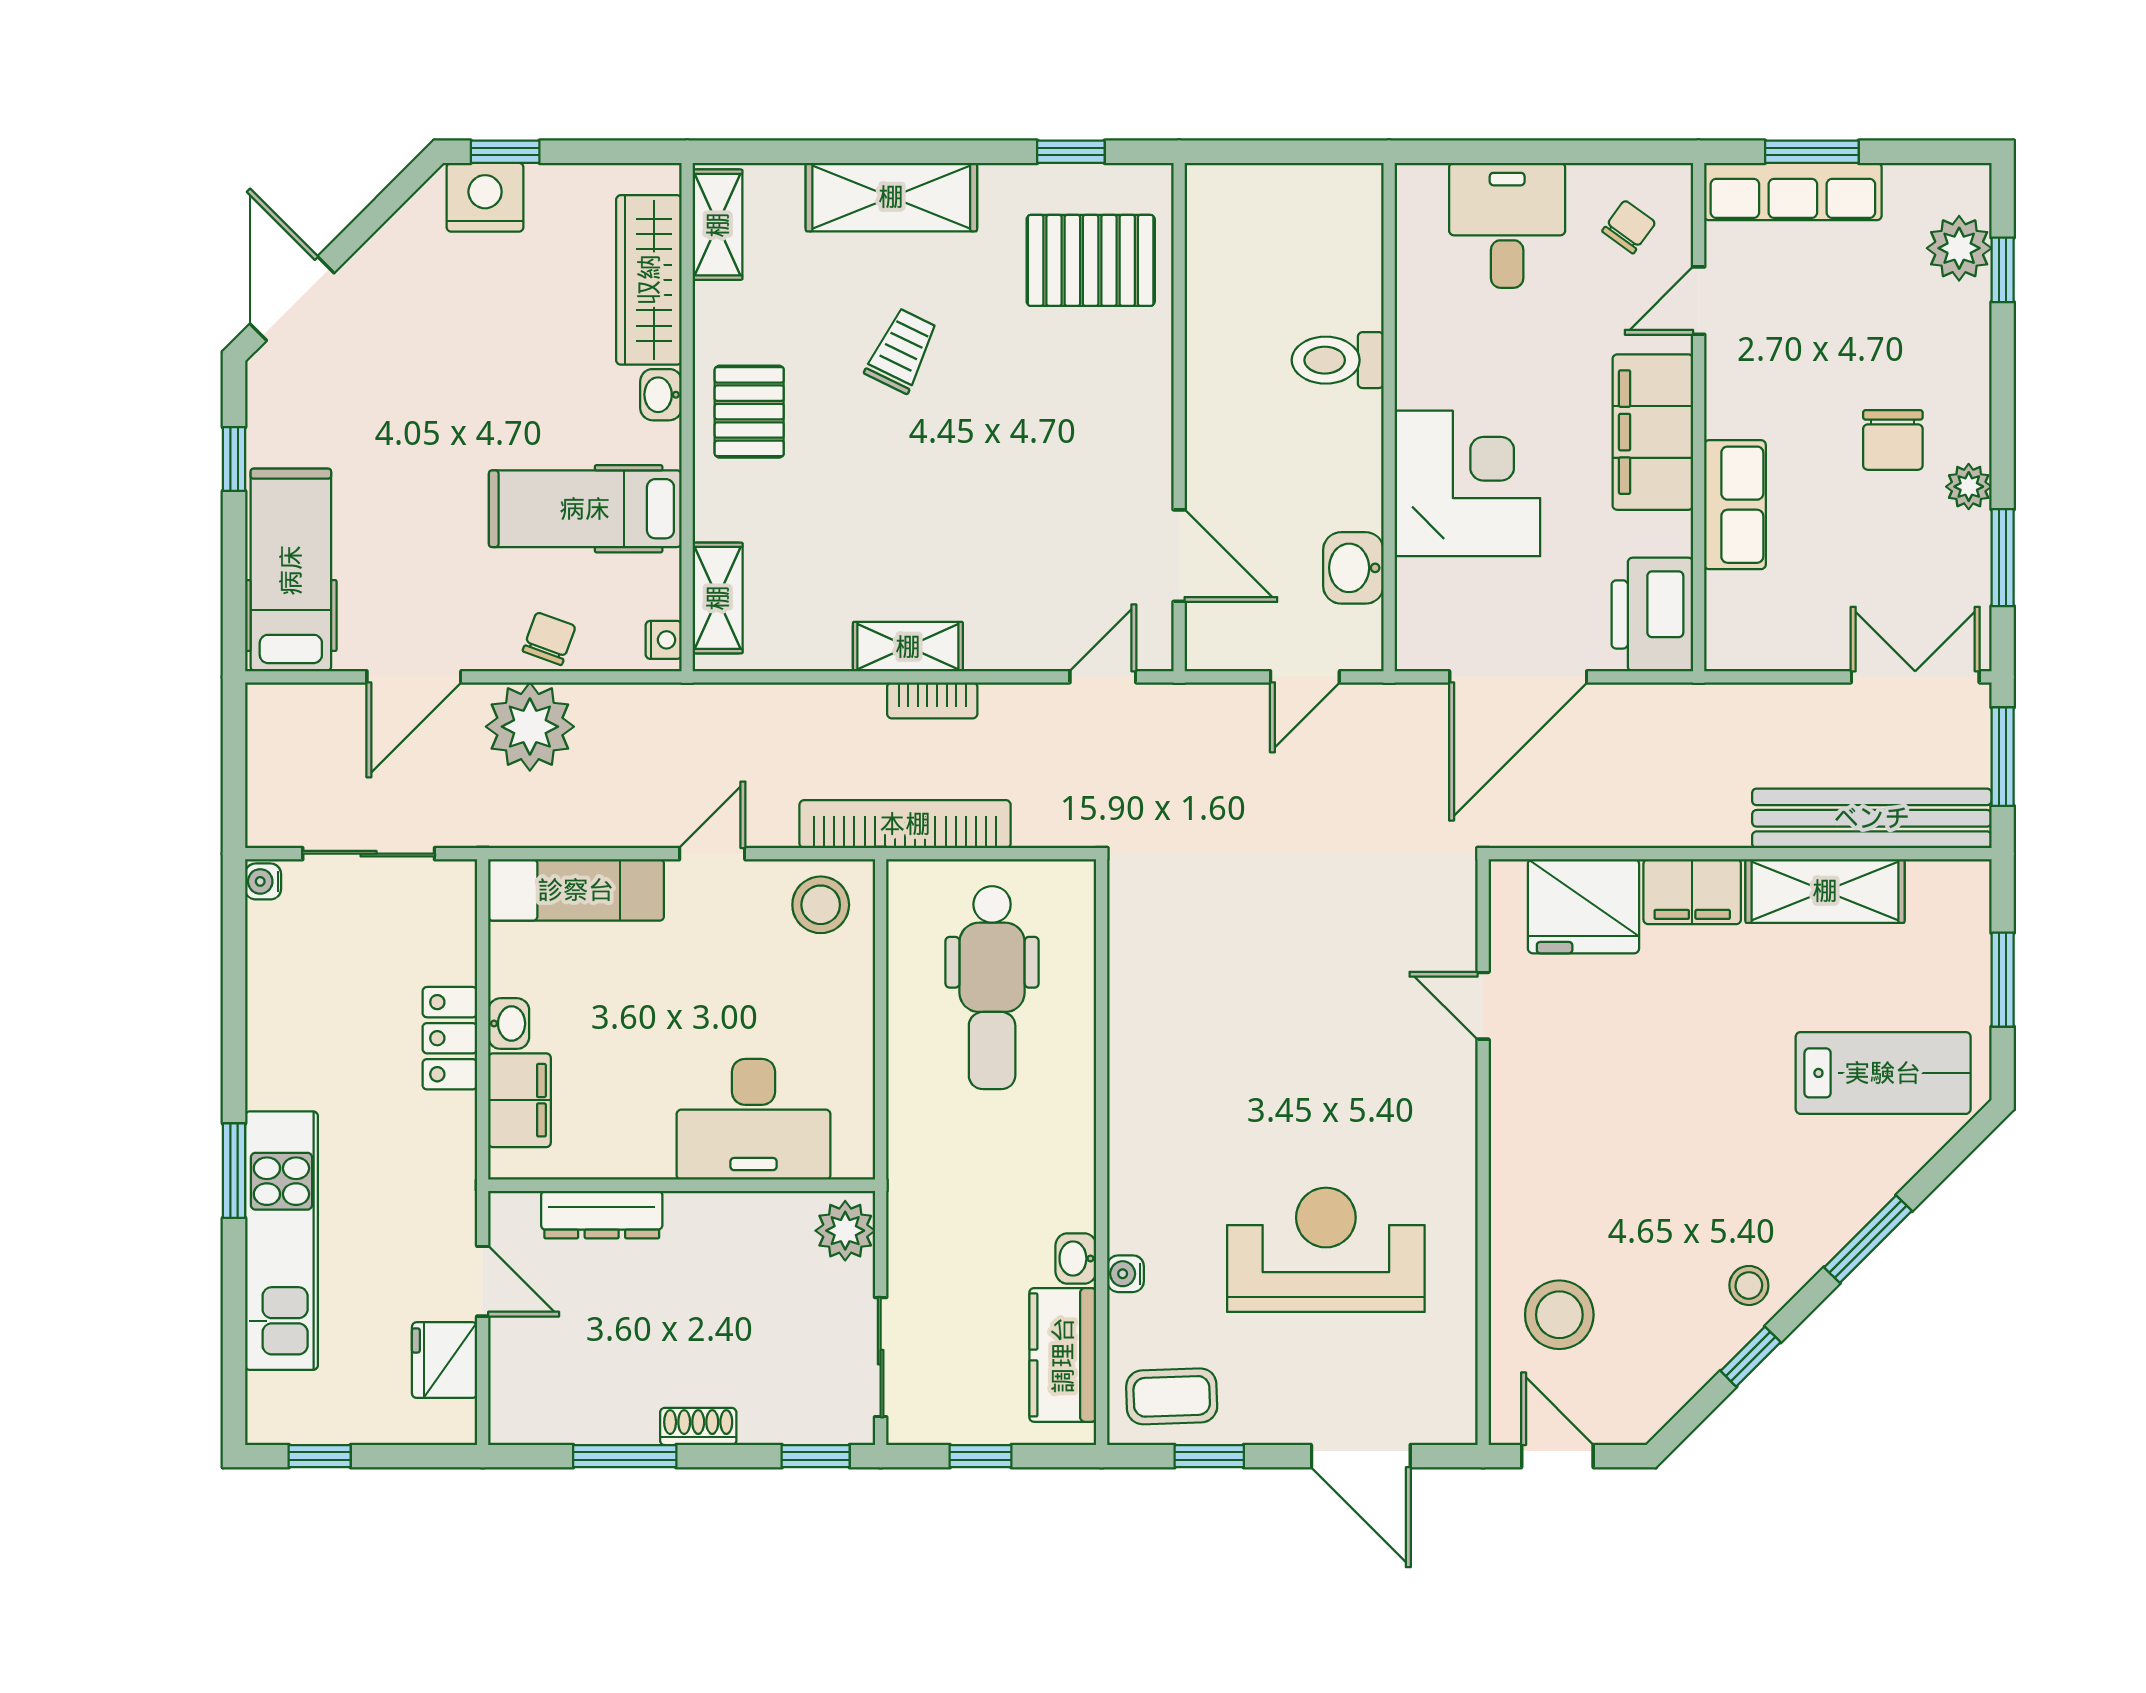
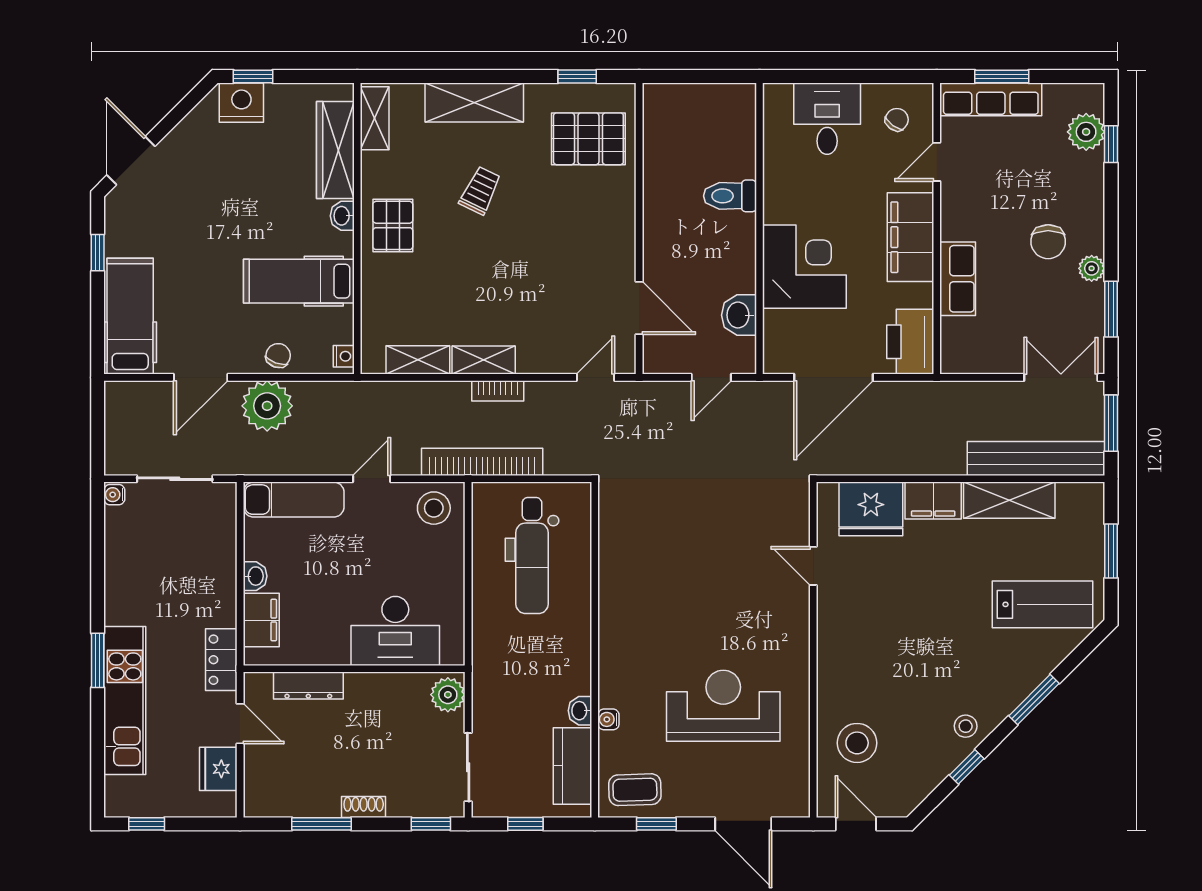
shelving: (718, 598) -> (418, 360), moved, turned 90
locker: (450, 1038) -> (221, 660), moved

